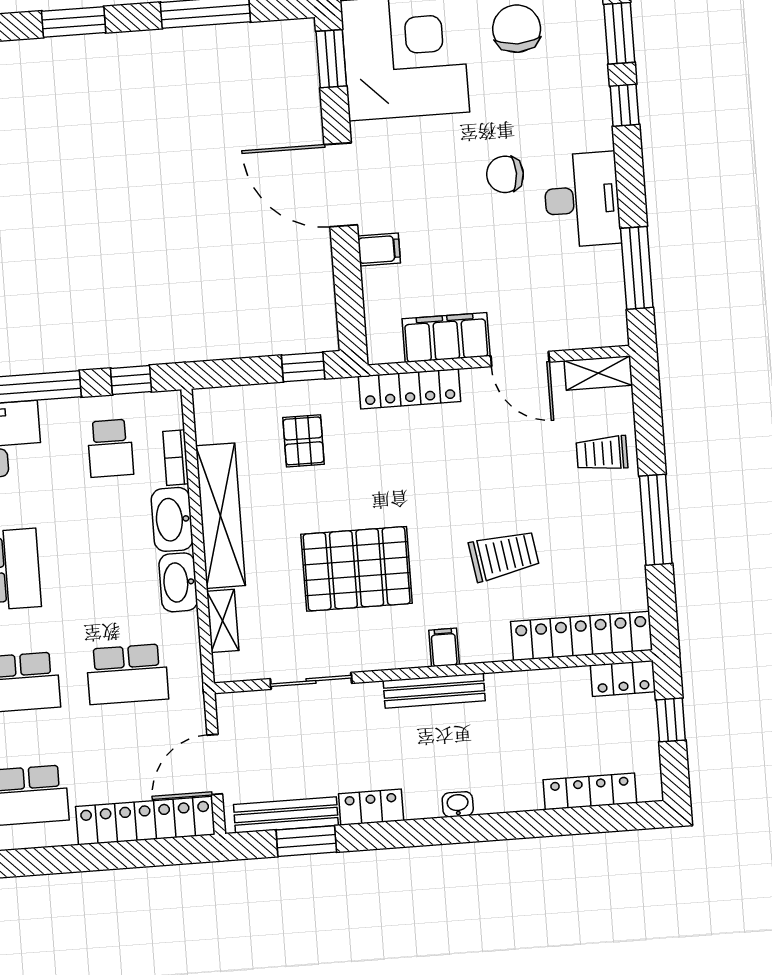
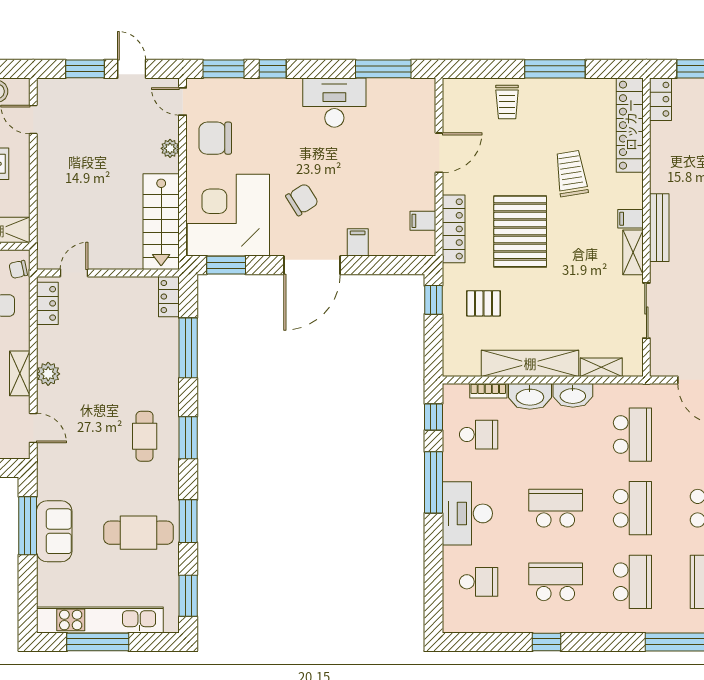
chair: (505, 174) -> (302, 200), moved, turned -122
filing cabinet: (446, 337) -> (423, 221), width x0.33, depth x0.86
shelving: (598, 373) -> (633, 252), moved
pallet: (357, 569) -> (520, 231), moved

